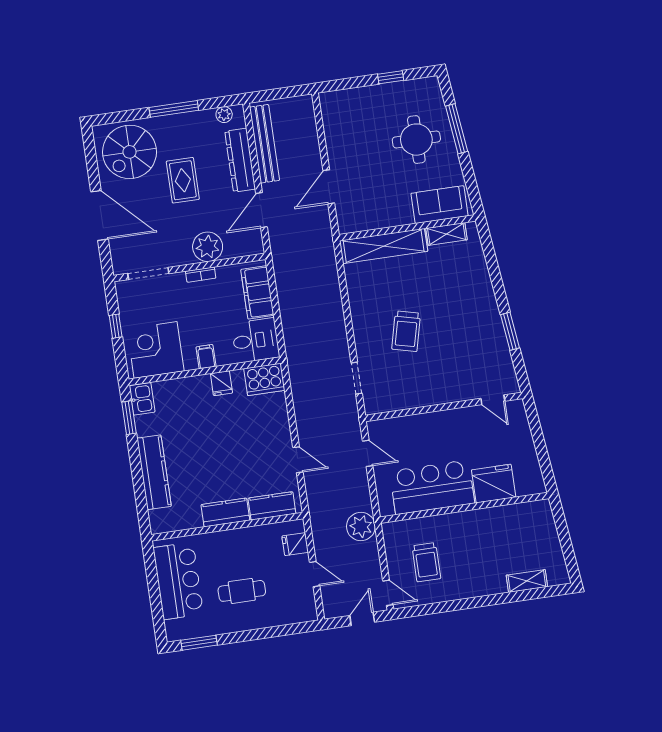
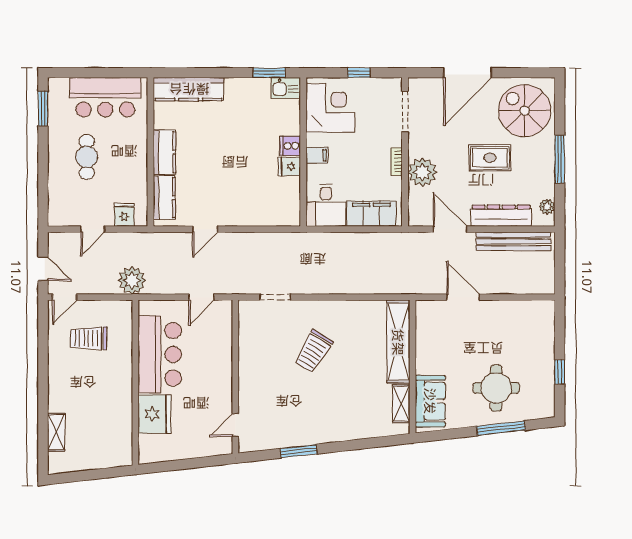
trolley: (406, 331) -> (313, 351), turned -73
cooker: (264, 379) -> (290, 146), moved, width x0.53, depth x0.76
kitchen counter: (154, 472) -> (189, 89), moved

